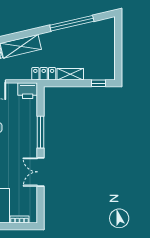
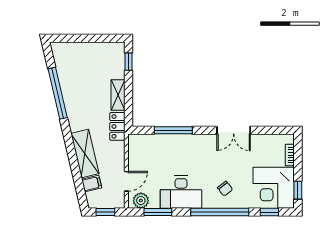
printer: (28, 91) -> (137, 145), removed
window: (40, 132) -> (173, 130), moved

